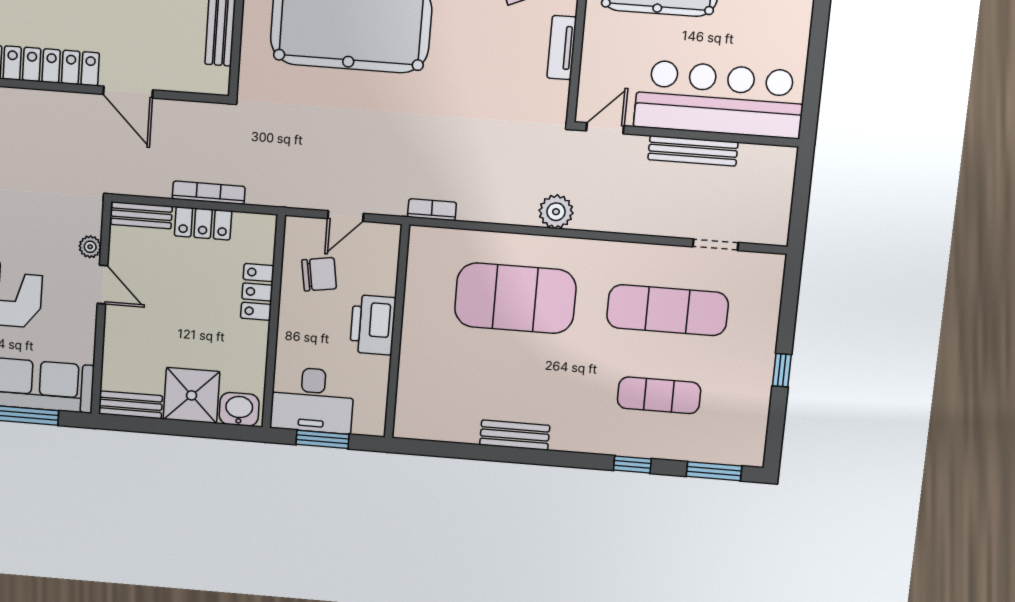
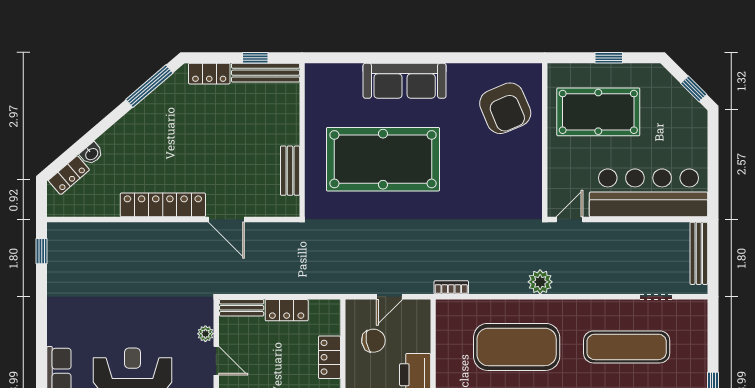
tv unit: (562, 48) -> (534, 165), removed
bench: (693, 151) -> (699, 253), moved, turned 90
bookcase: (209, 193) -> (289, 288), removed

